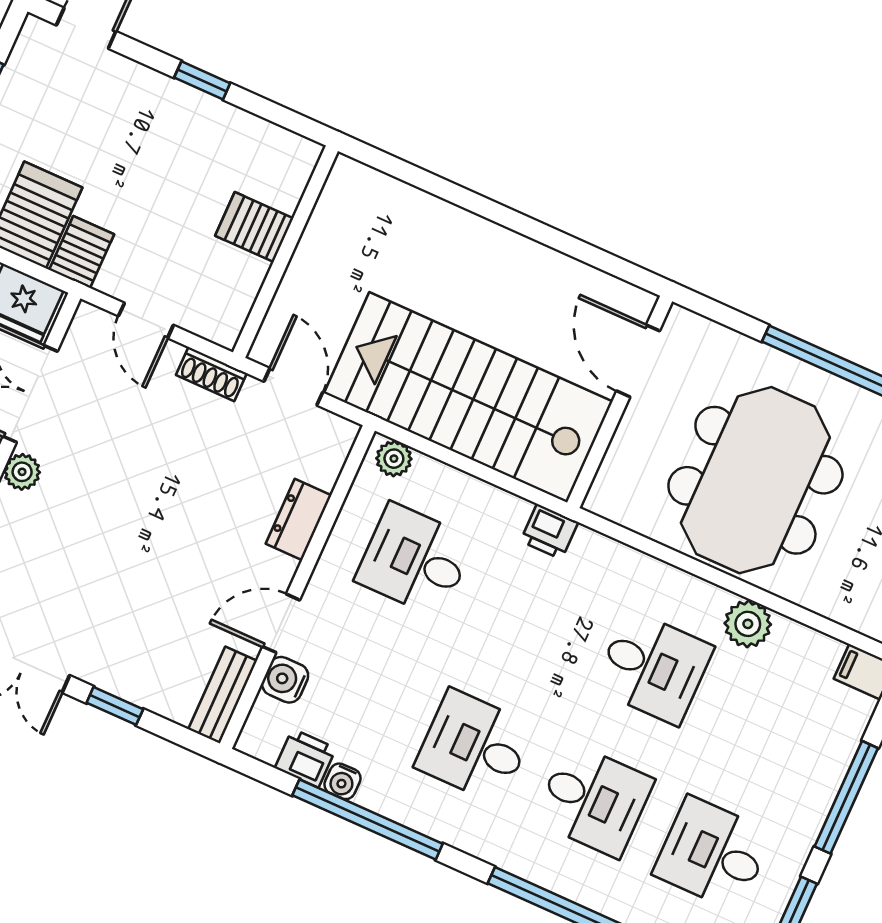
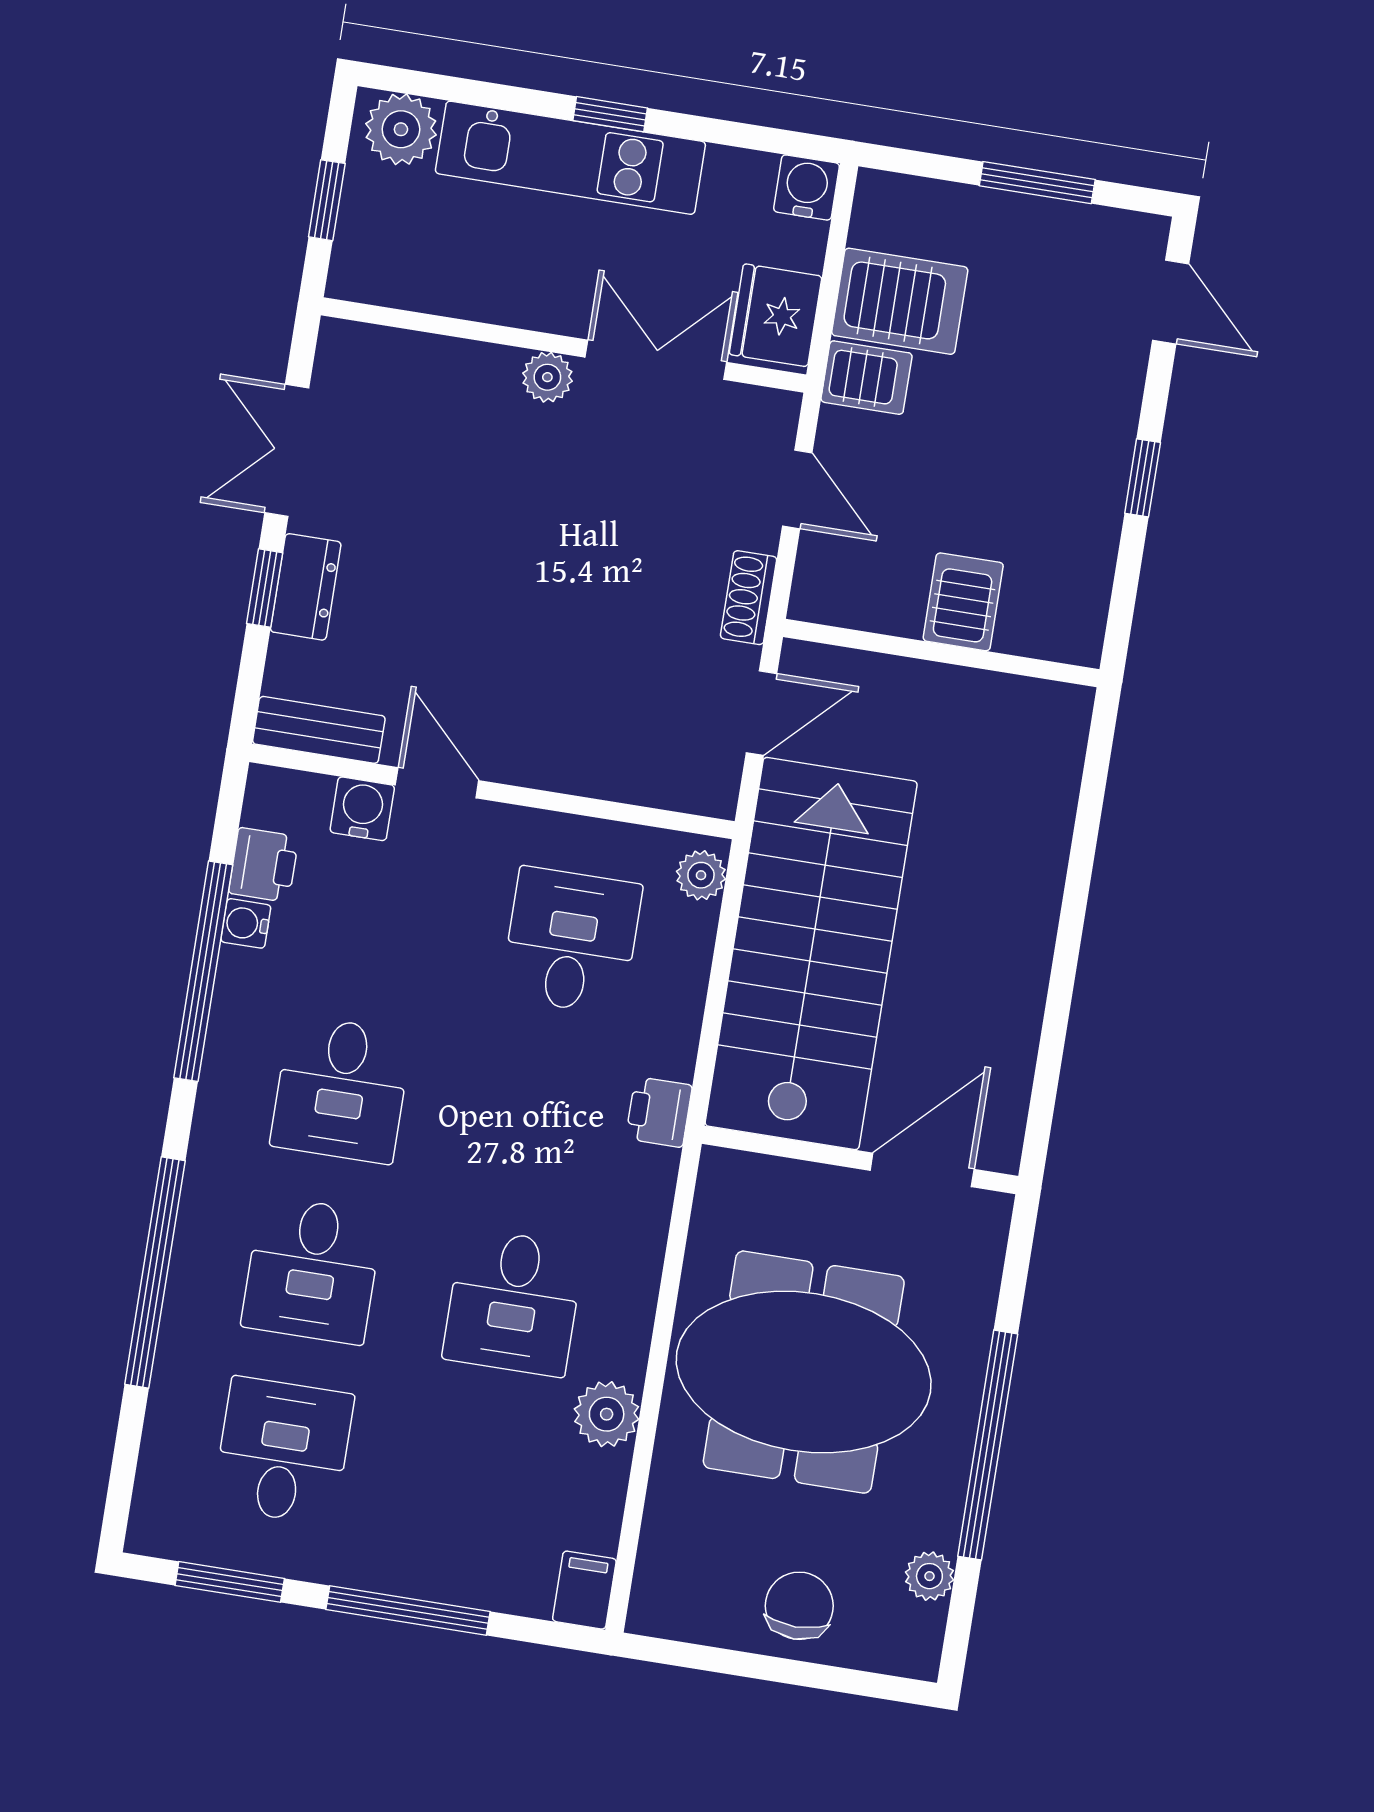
door: (146, 321) -> (797, 489), swing flipped
dresser: (299, 520) -> (306, 587), moved, turned 90
desk: (475, 746) -> (341, 1089), turned 180

